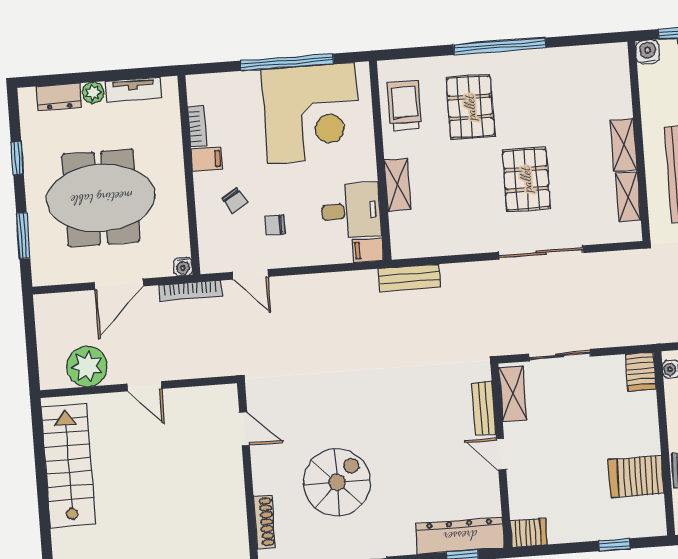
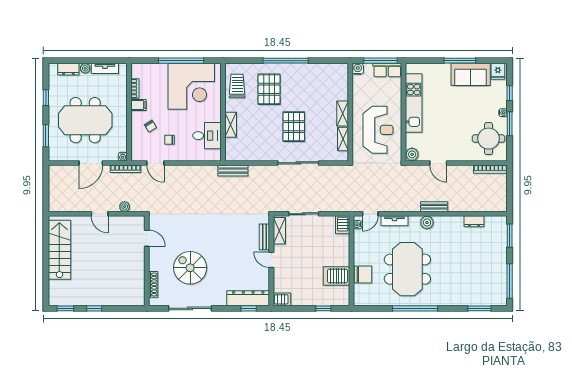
filing cabinet: (368, 250) -> (214, 155), removed
plant: (87, 366) -> (125, 207), moved, width x0.53, depth x0.53
spiral stairs: (337, 482) -> (190, 268), turned -90

